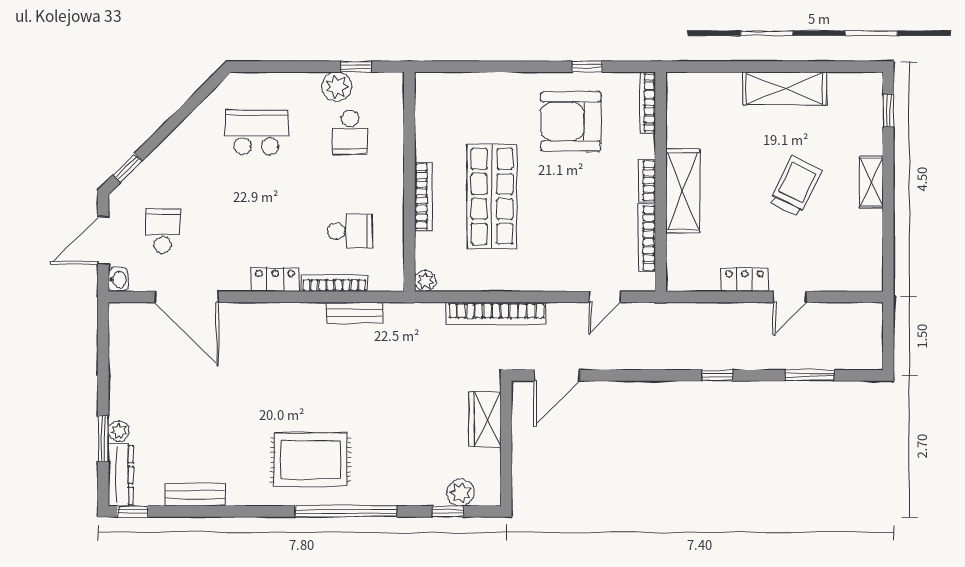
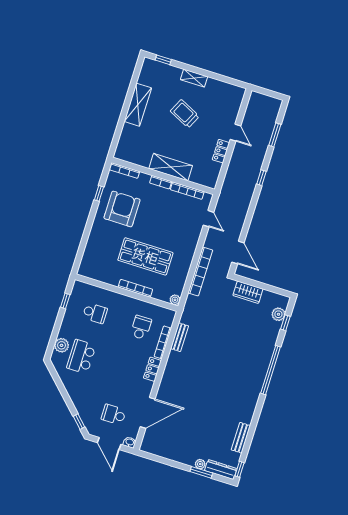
plant: (337, 87) -> (62, 345), moved
armchair: (571, 121) -> (122, 209), turned 180
rug: (311, 460) -> (241, 379), removed

